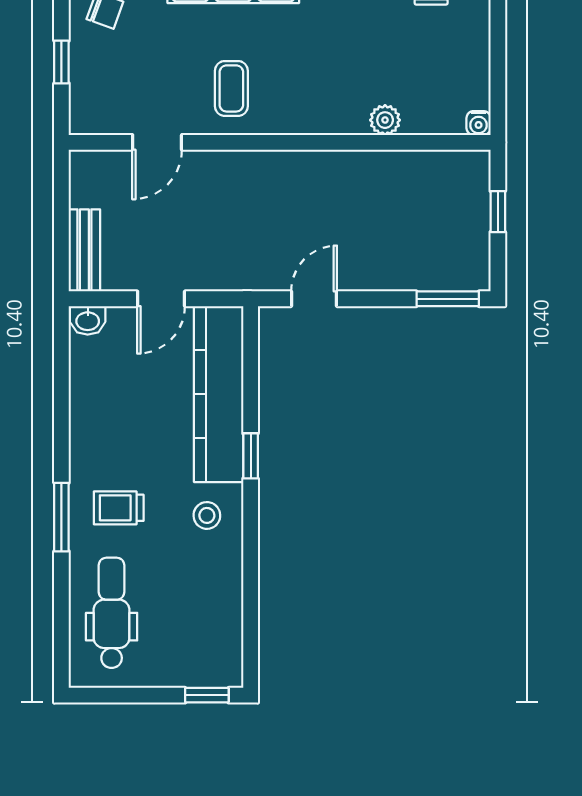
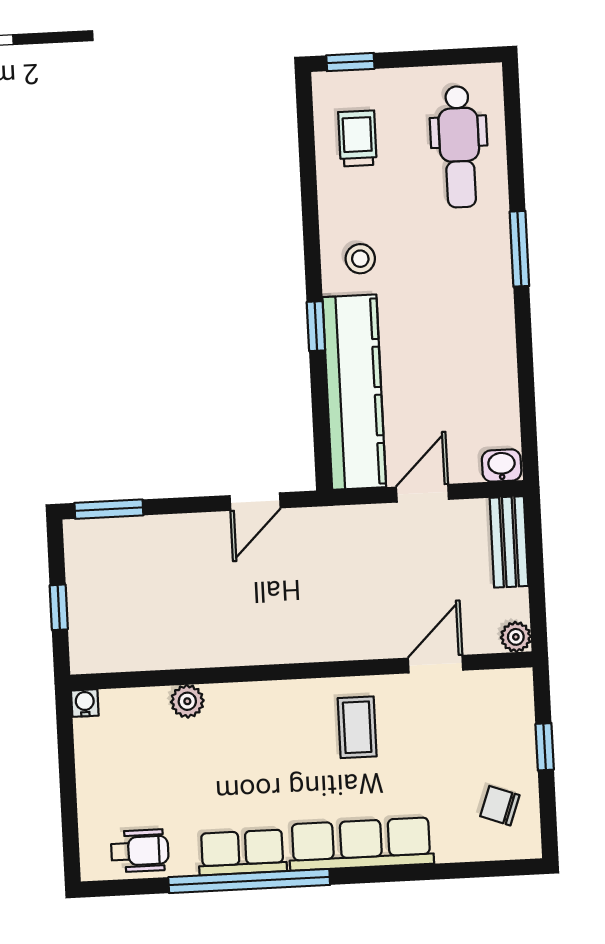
plant: (83, 164) -> (516, 637), added
trolley: (119, 508) -> (357, 138), moved, turned -90

